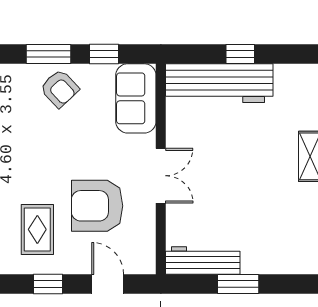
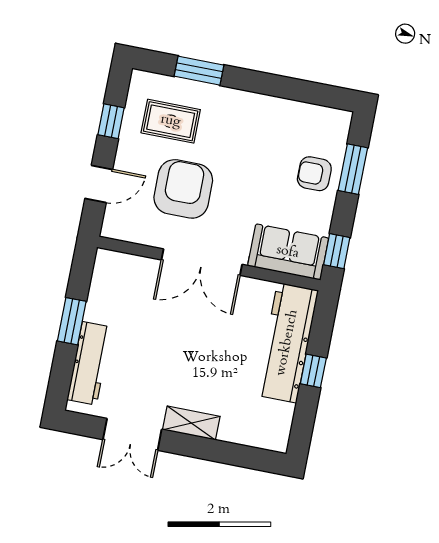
window: (104, 54) -> (337, 251), moved
armchair: (60, 89) -> (314, 174), turned 43
double door: (161, 176) -> (202, 262), width x1.37
workbench: (203, 261) -> (89, 363), moved

